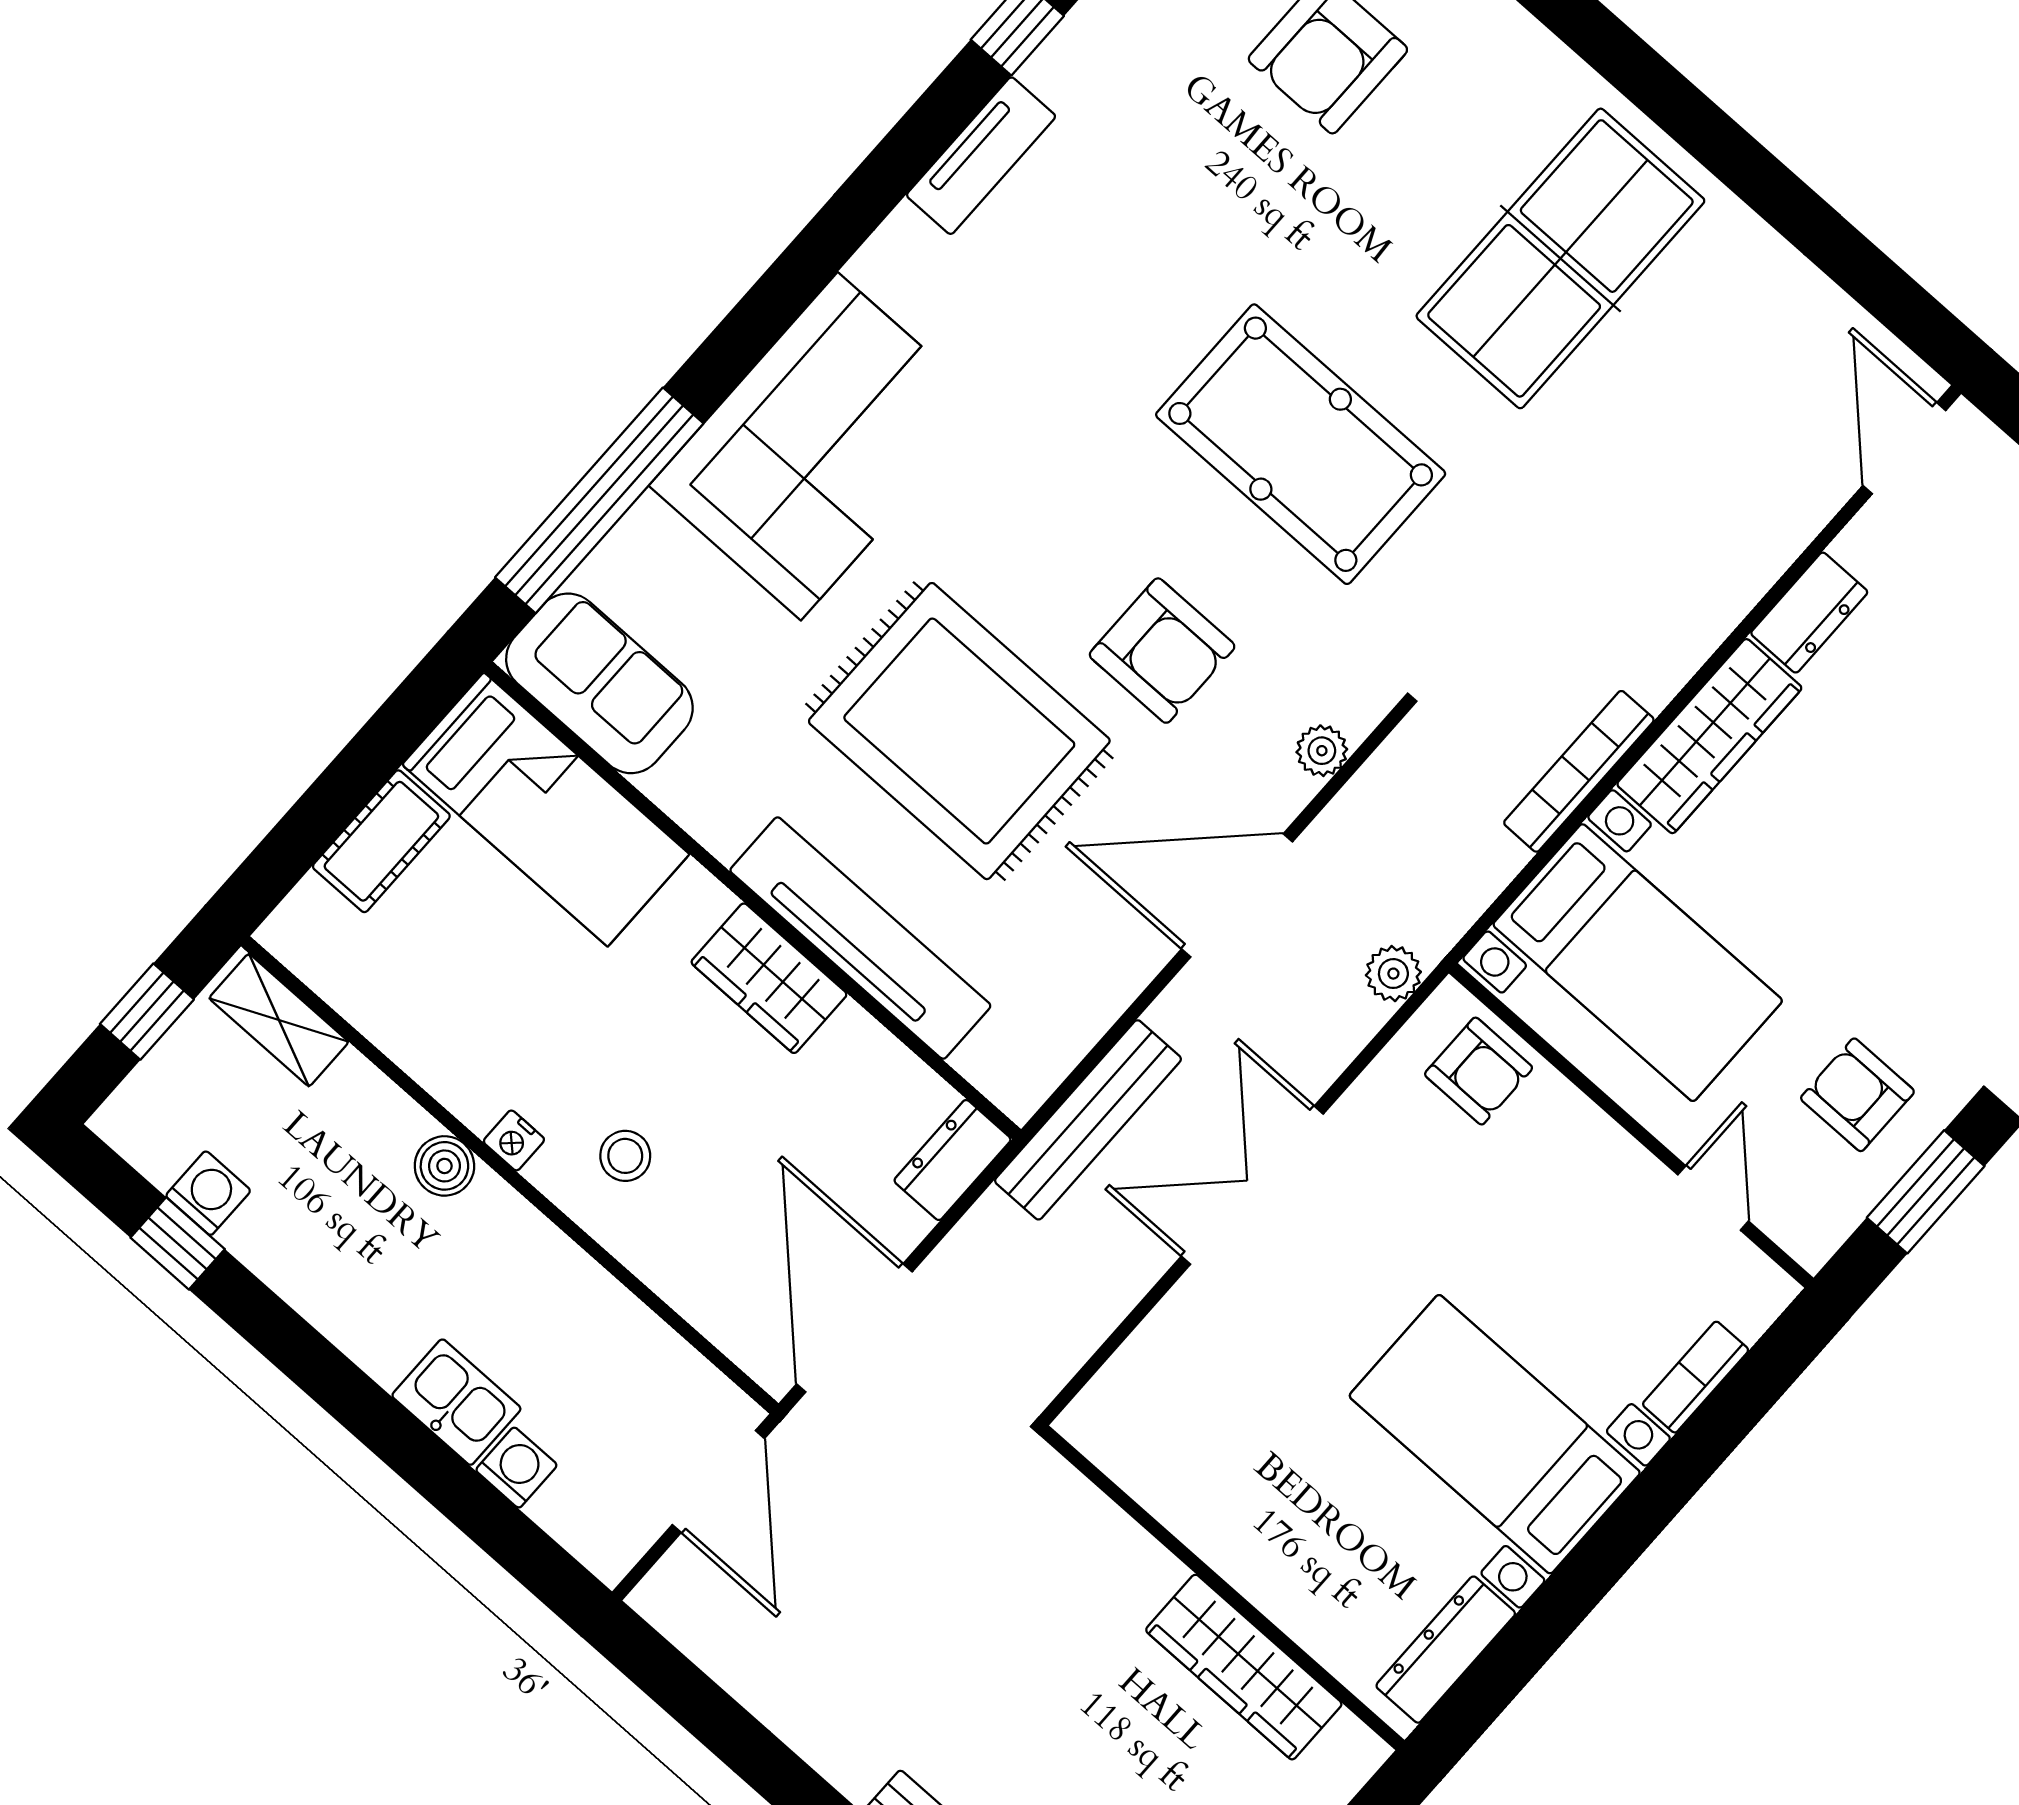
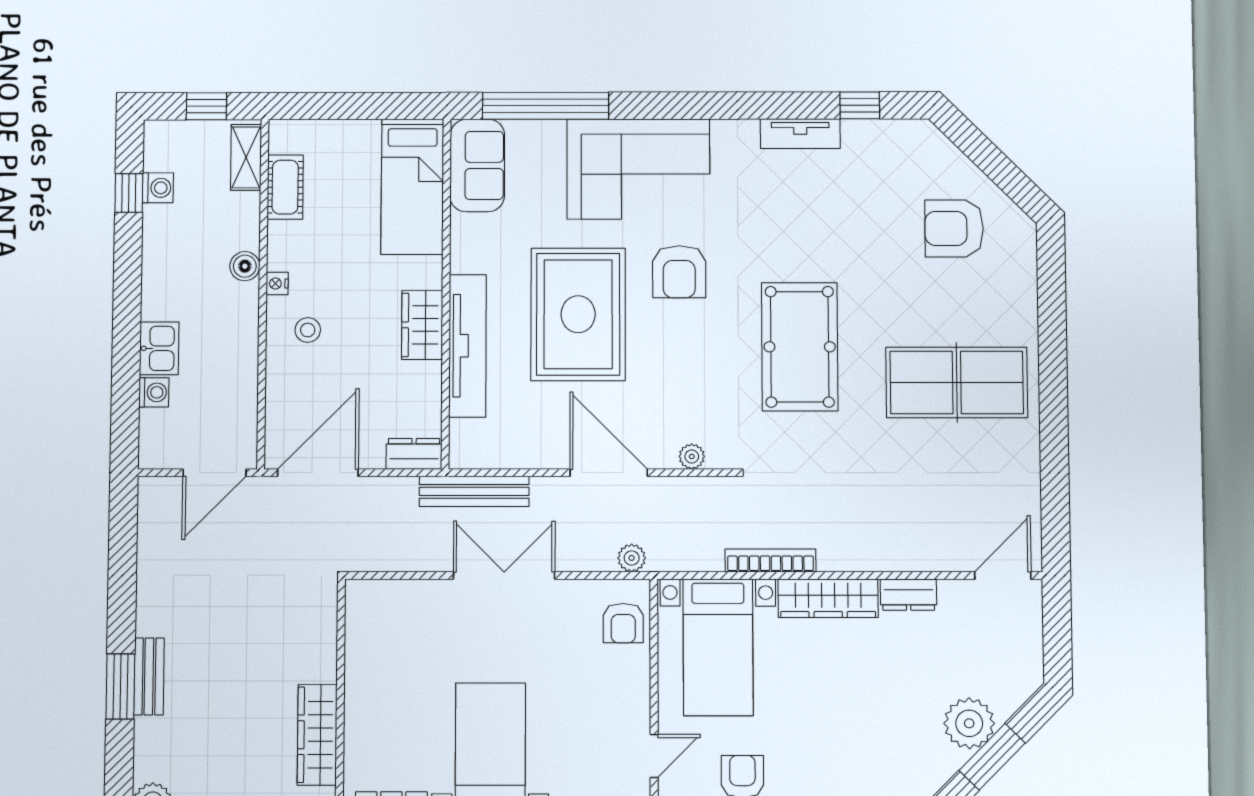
armchair: (1162, 651) -> (679, 272), moved
cot: (381, 841) -> (285, 187), moved, turned 90

